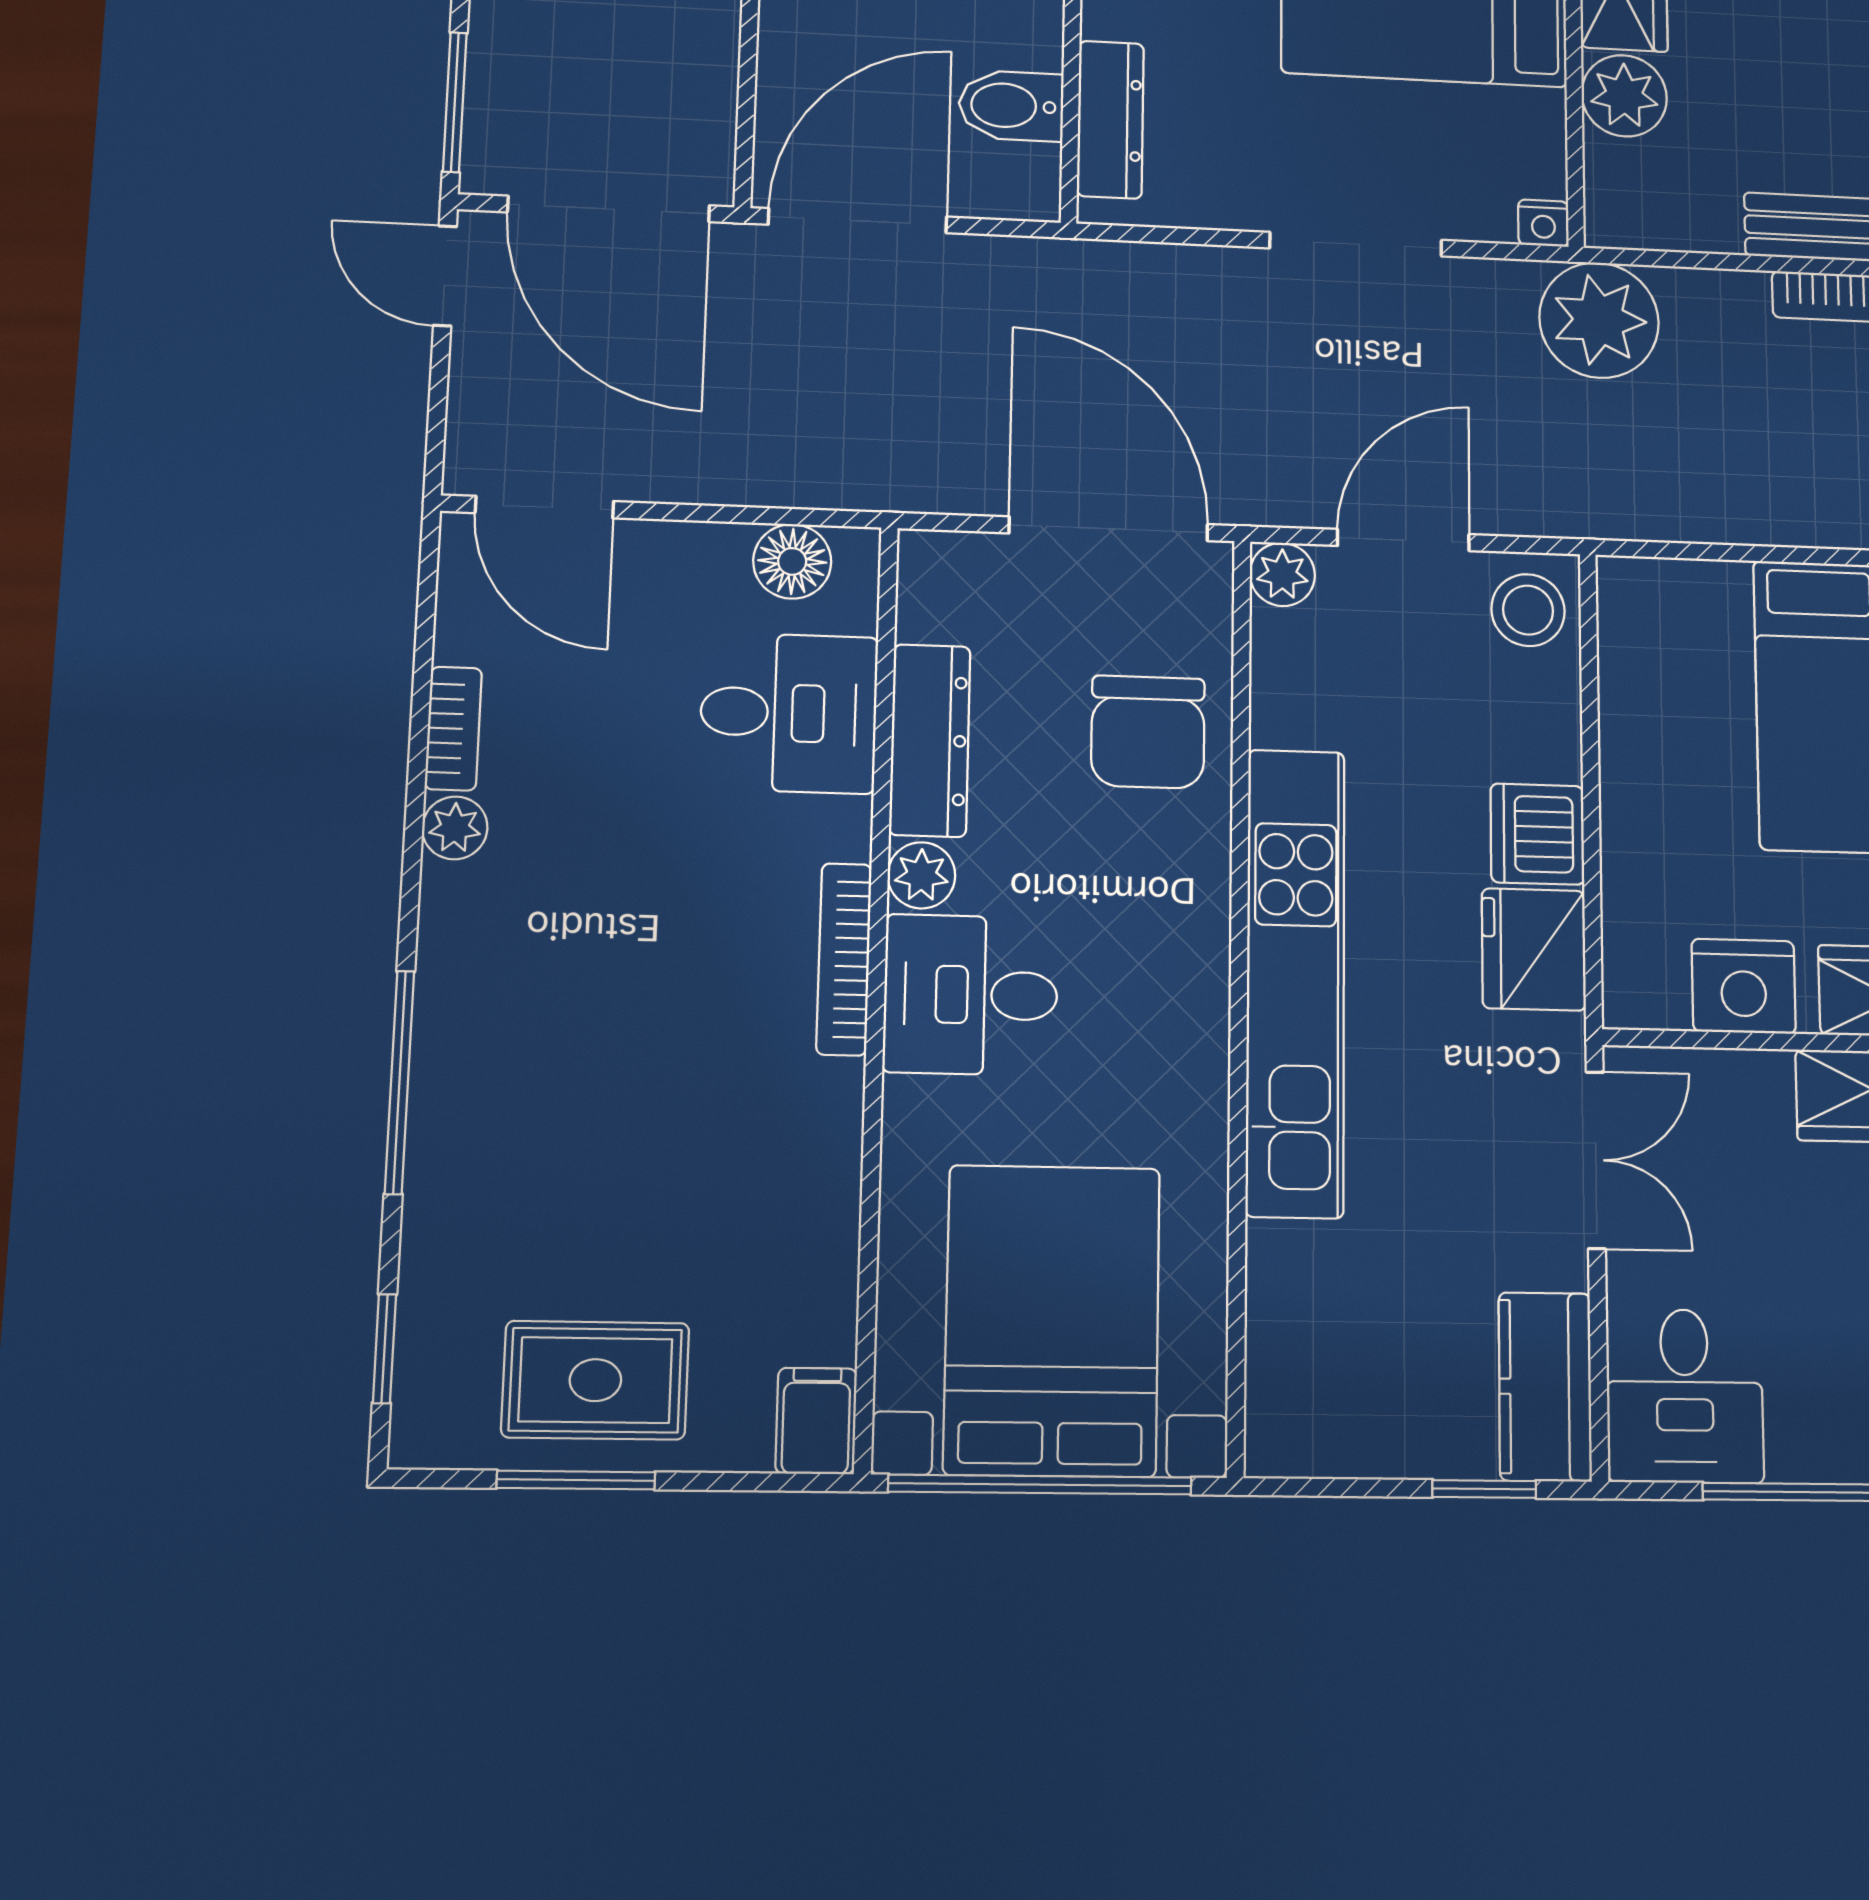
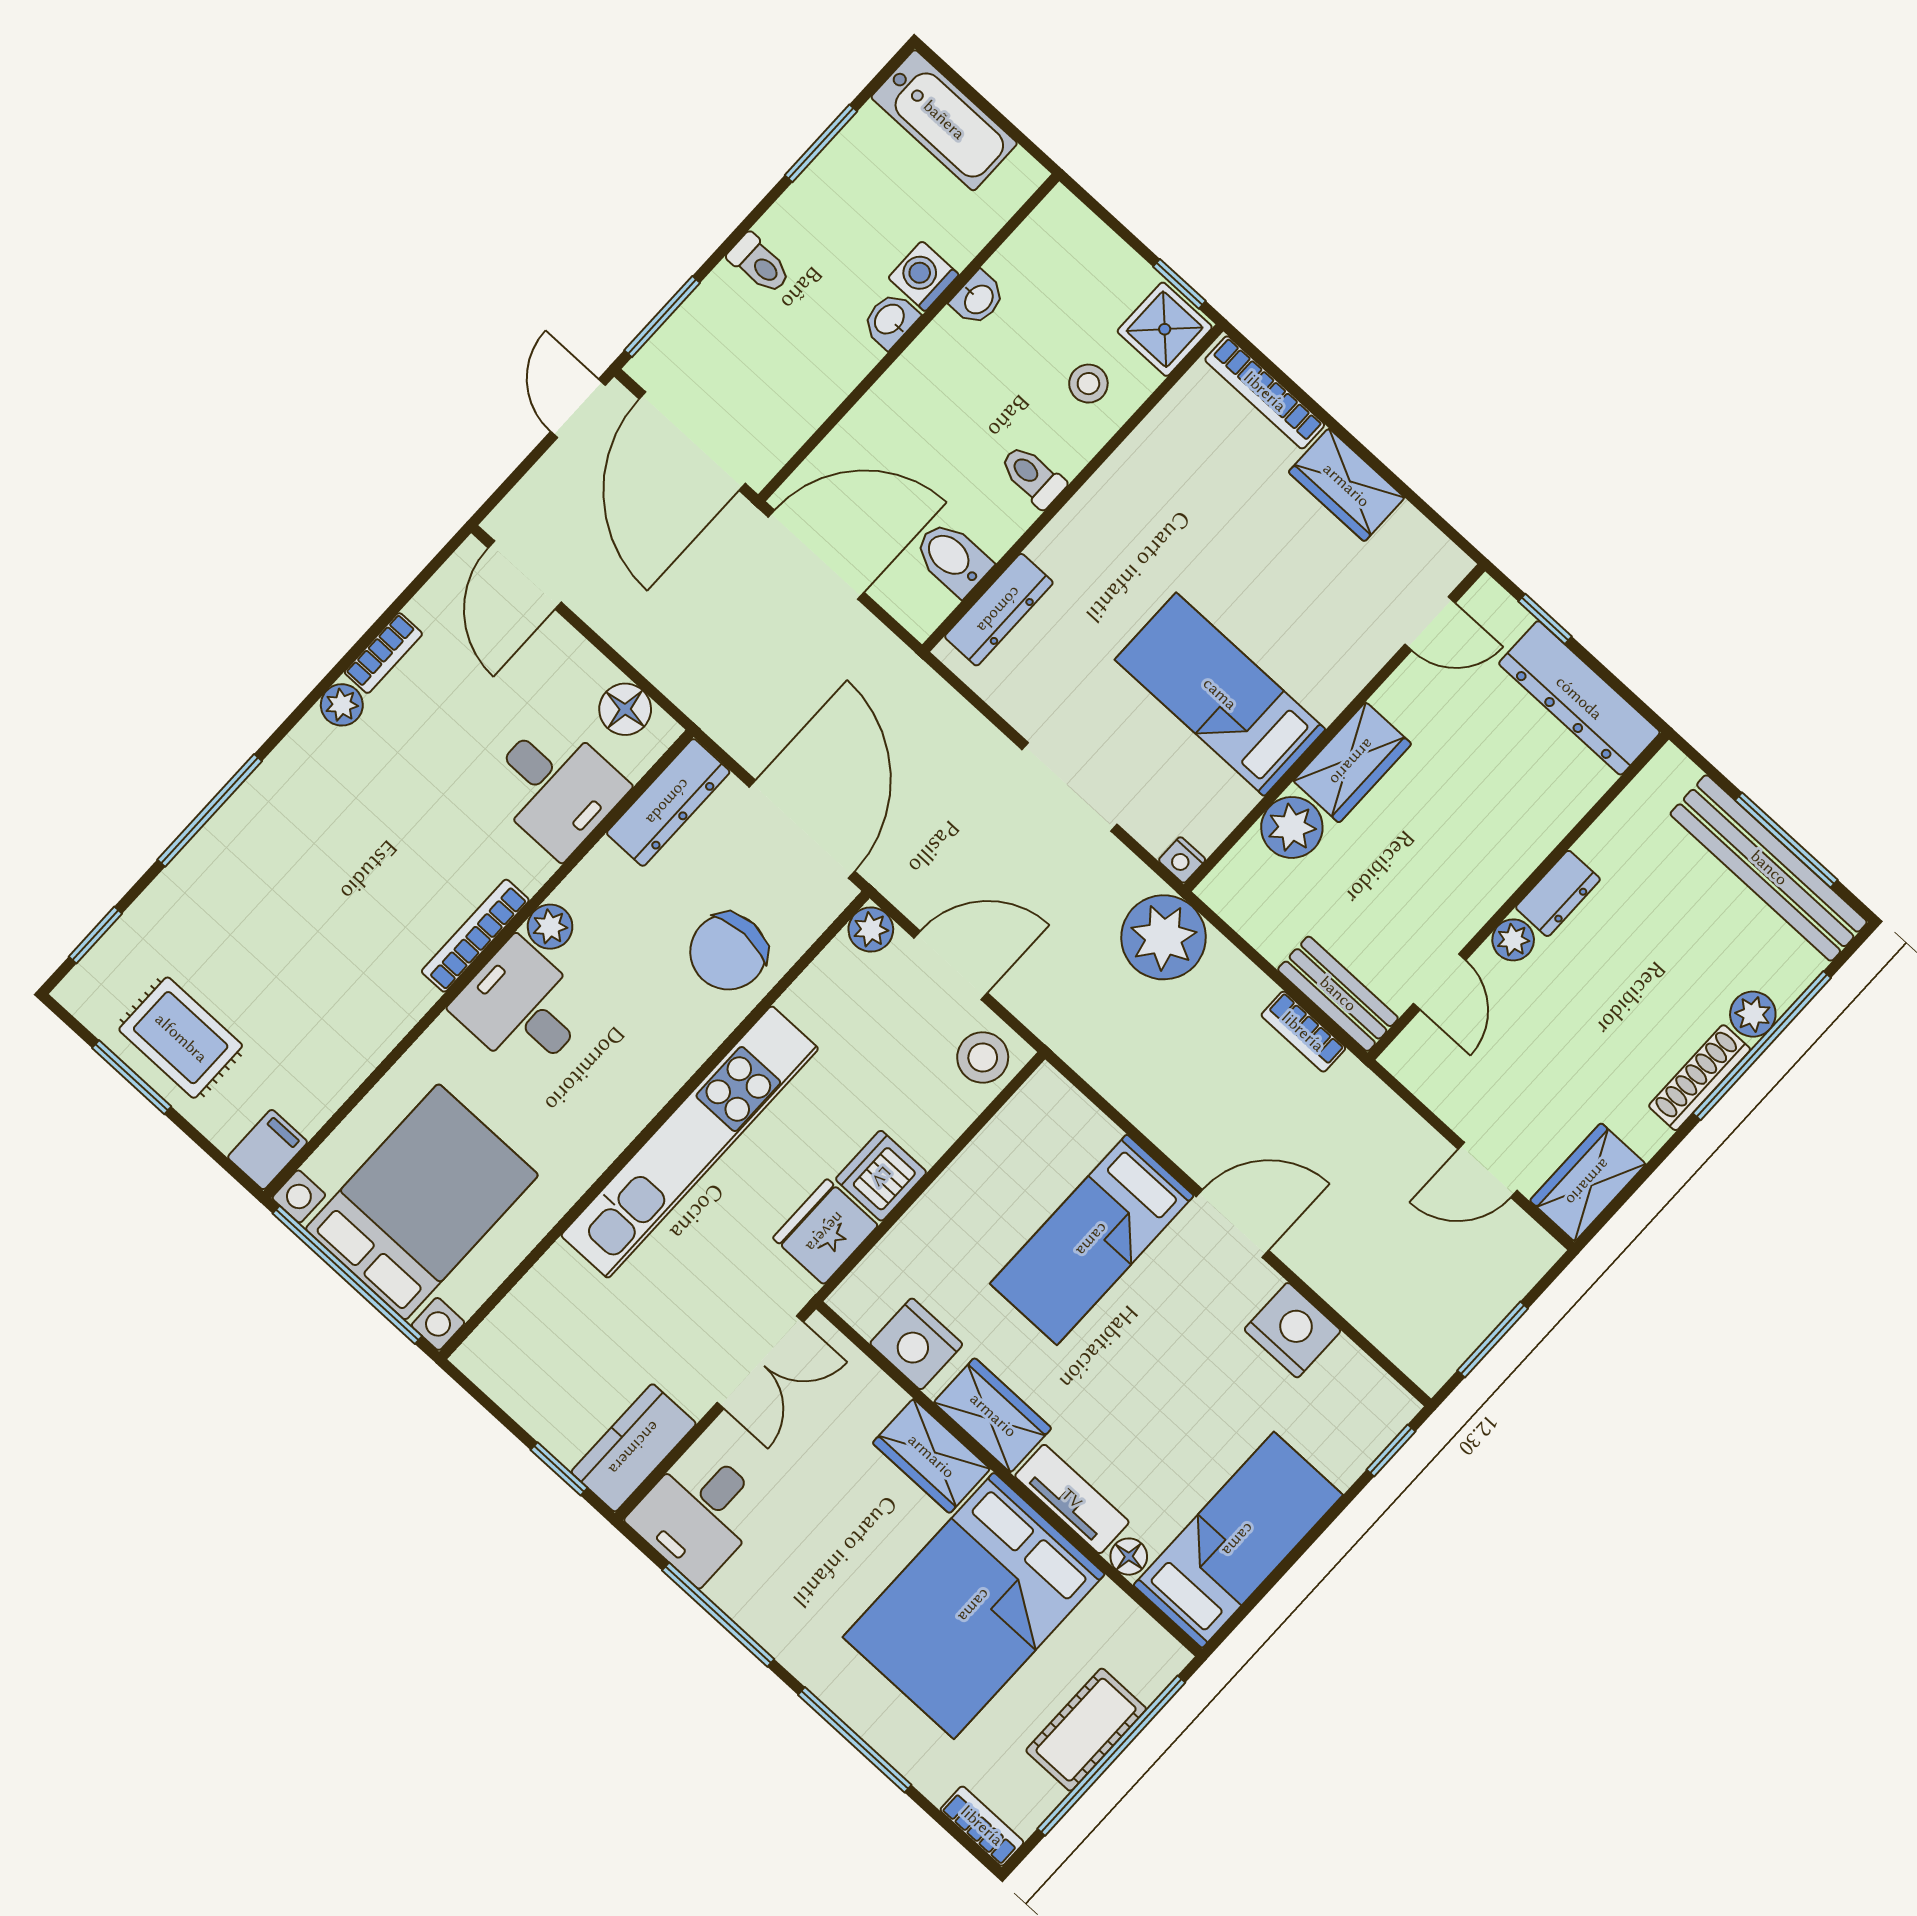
dresser: (930, 740) -> (668, 802), moved

